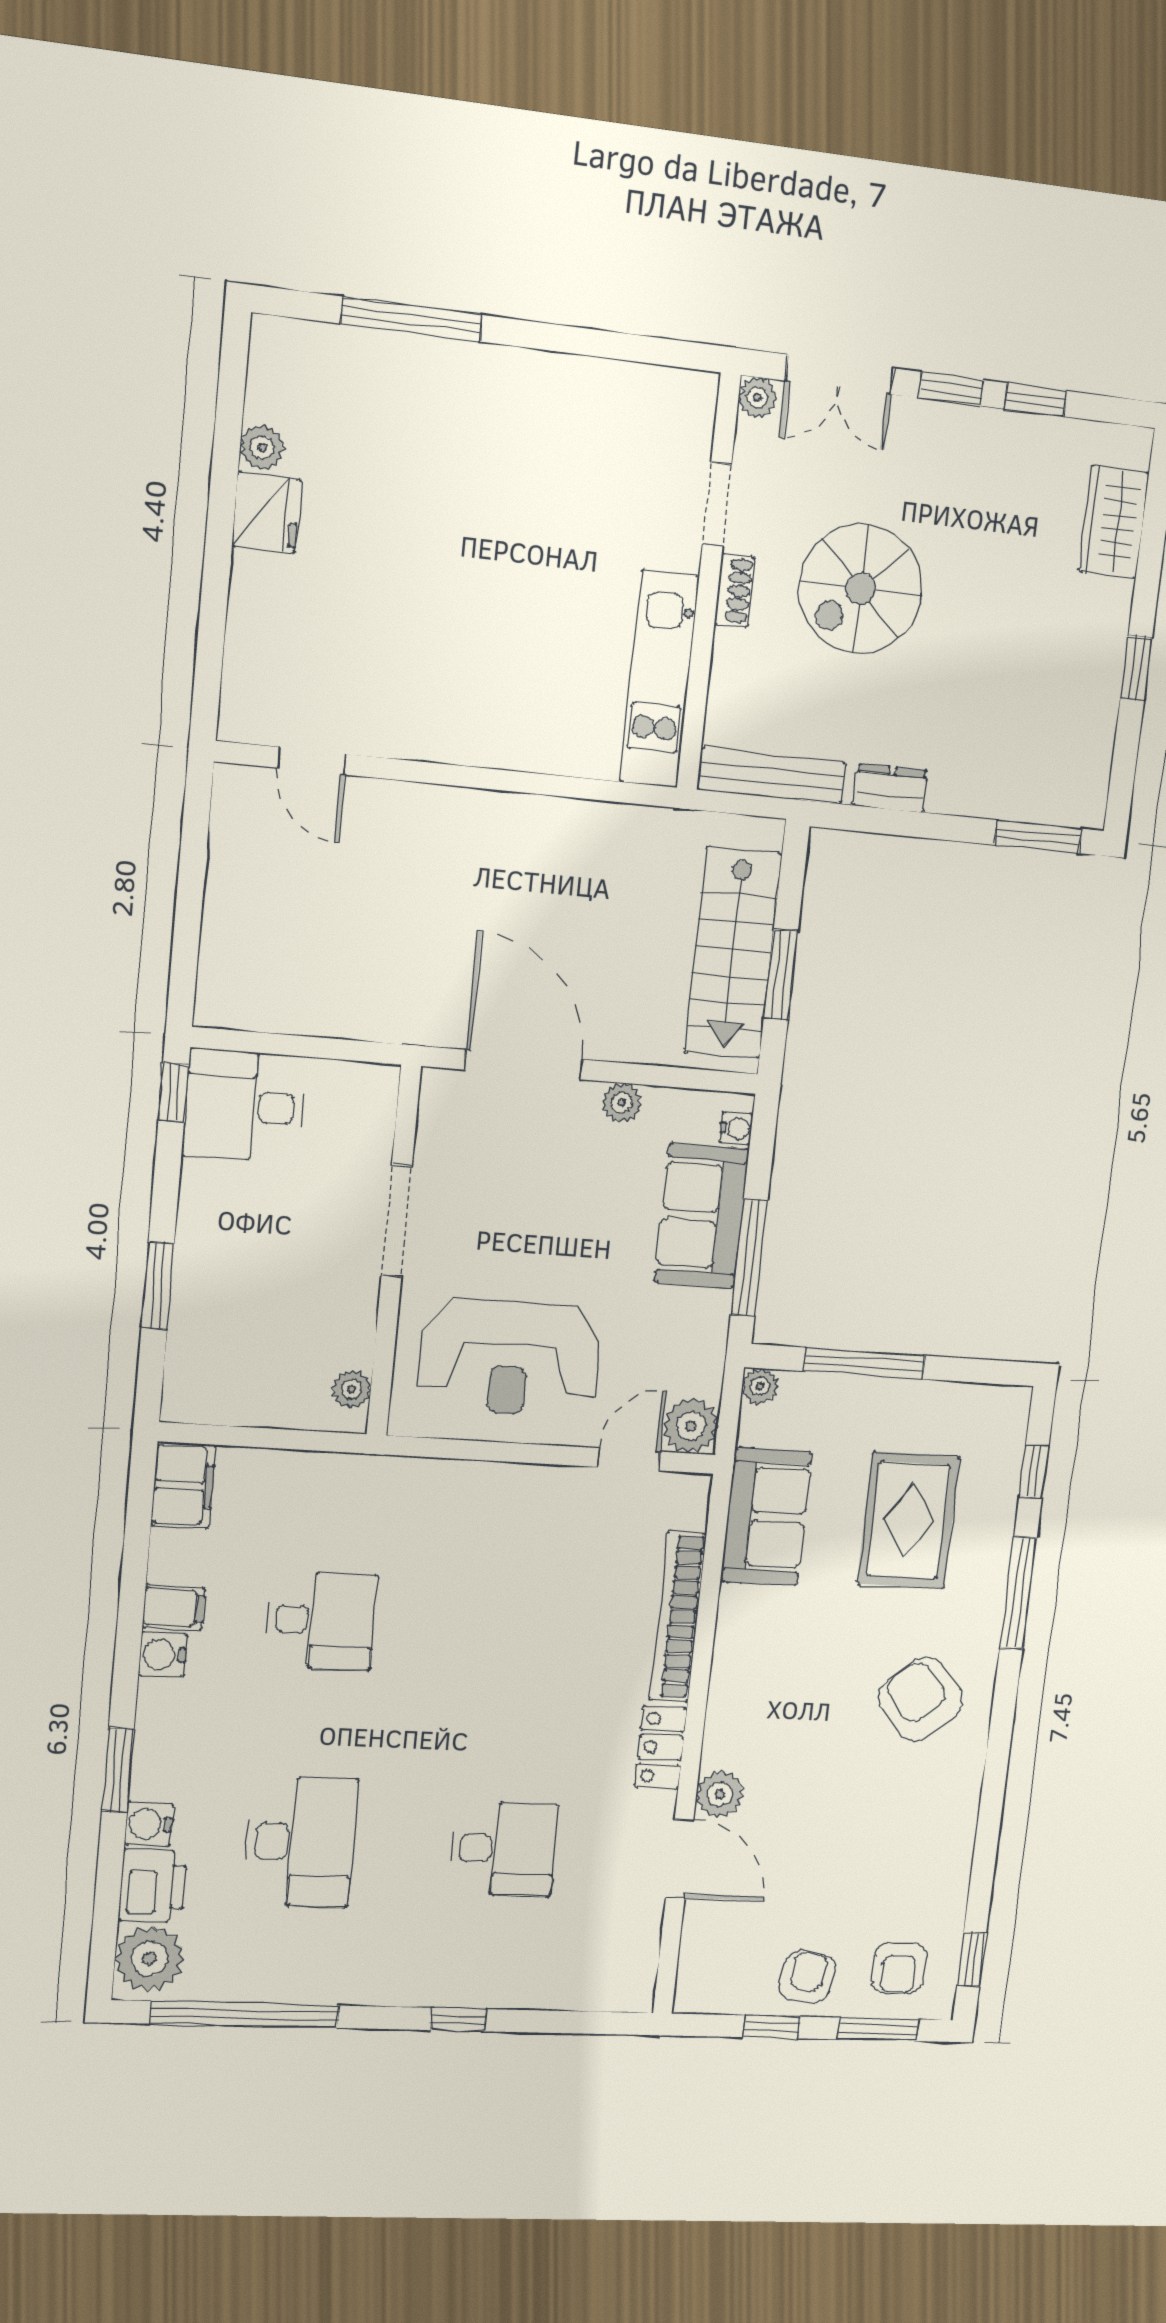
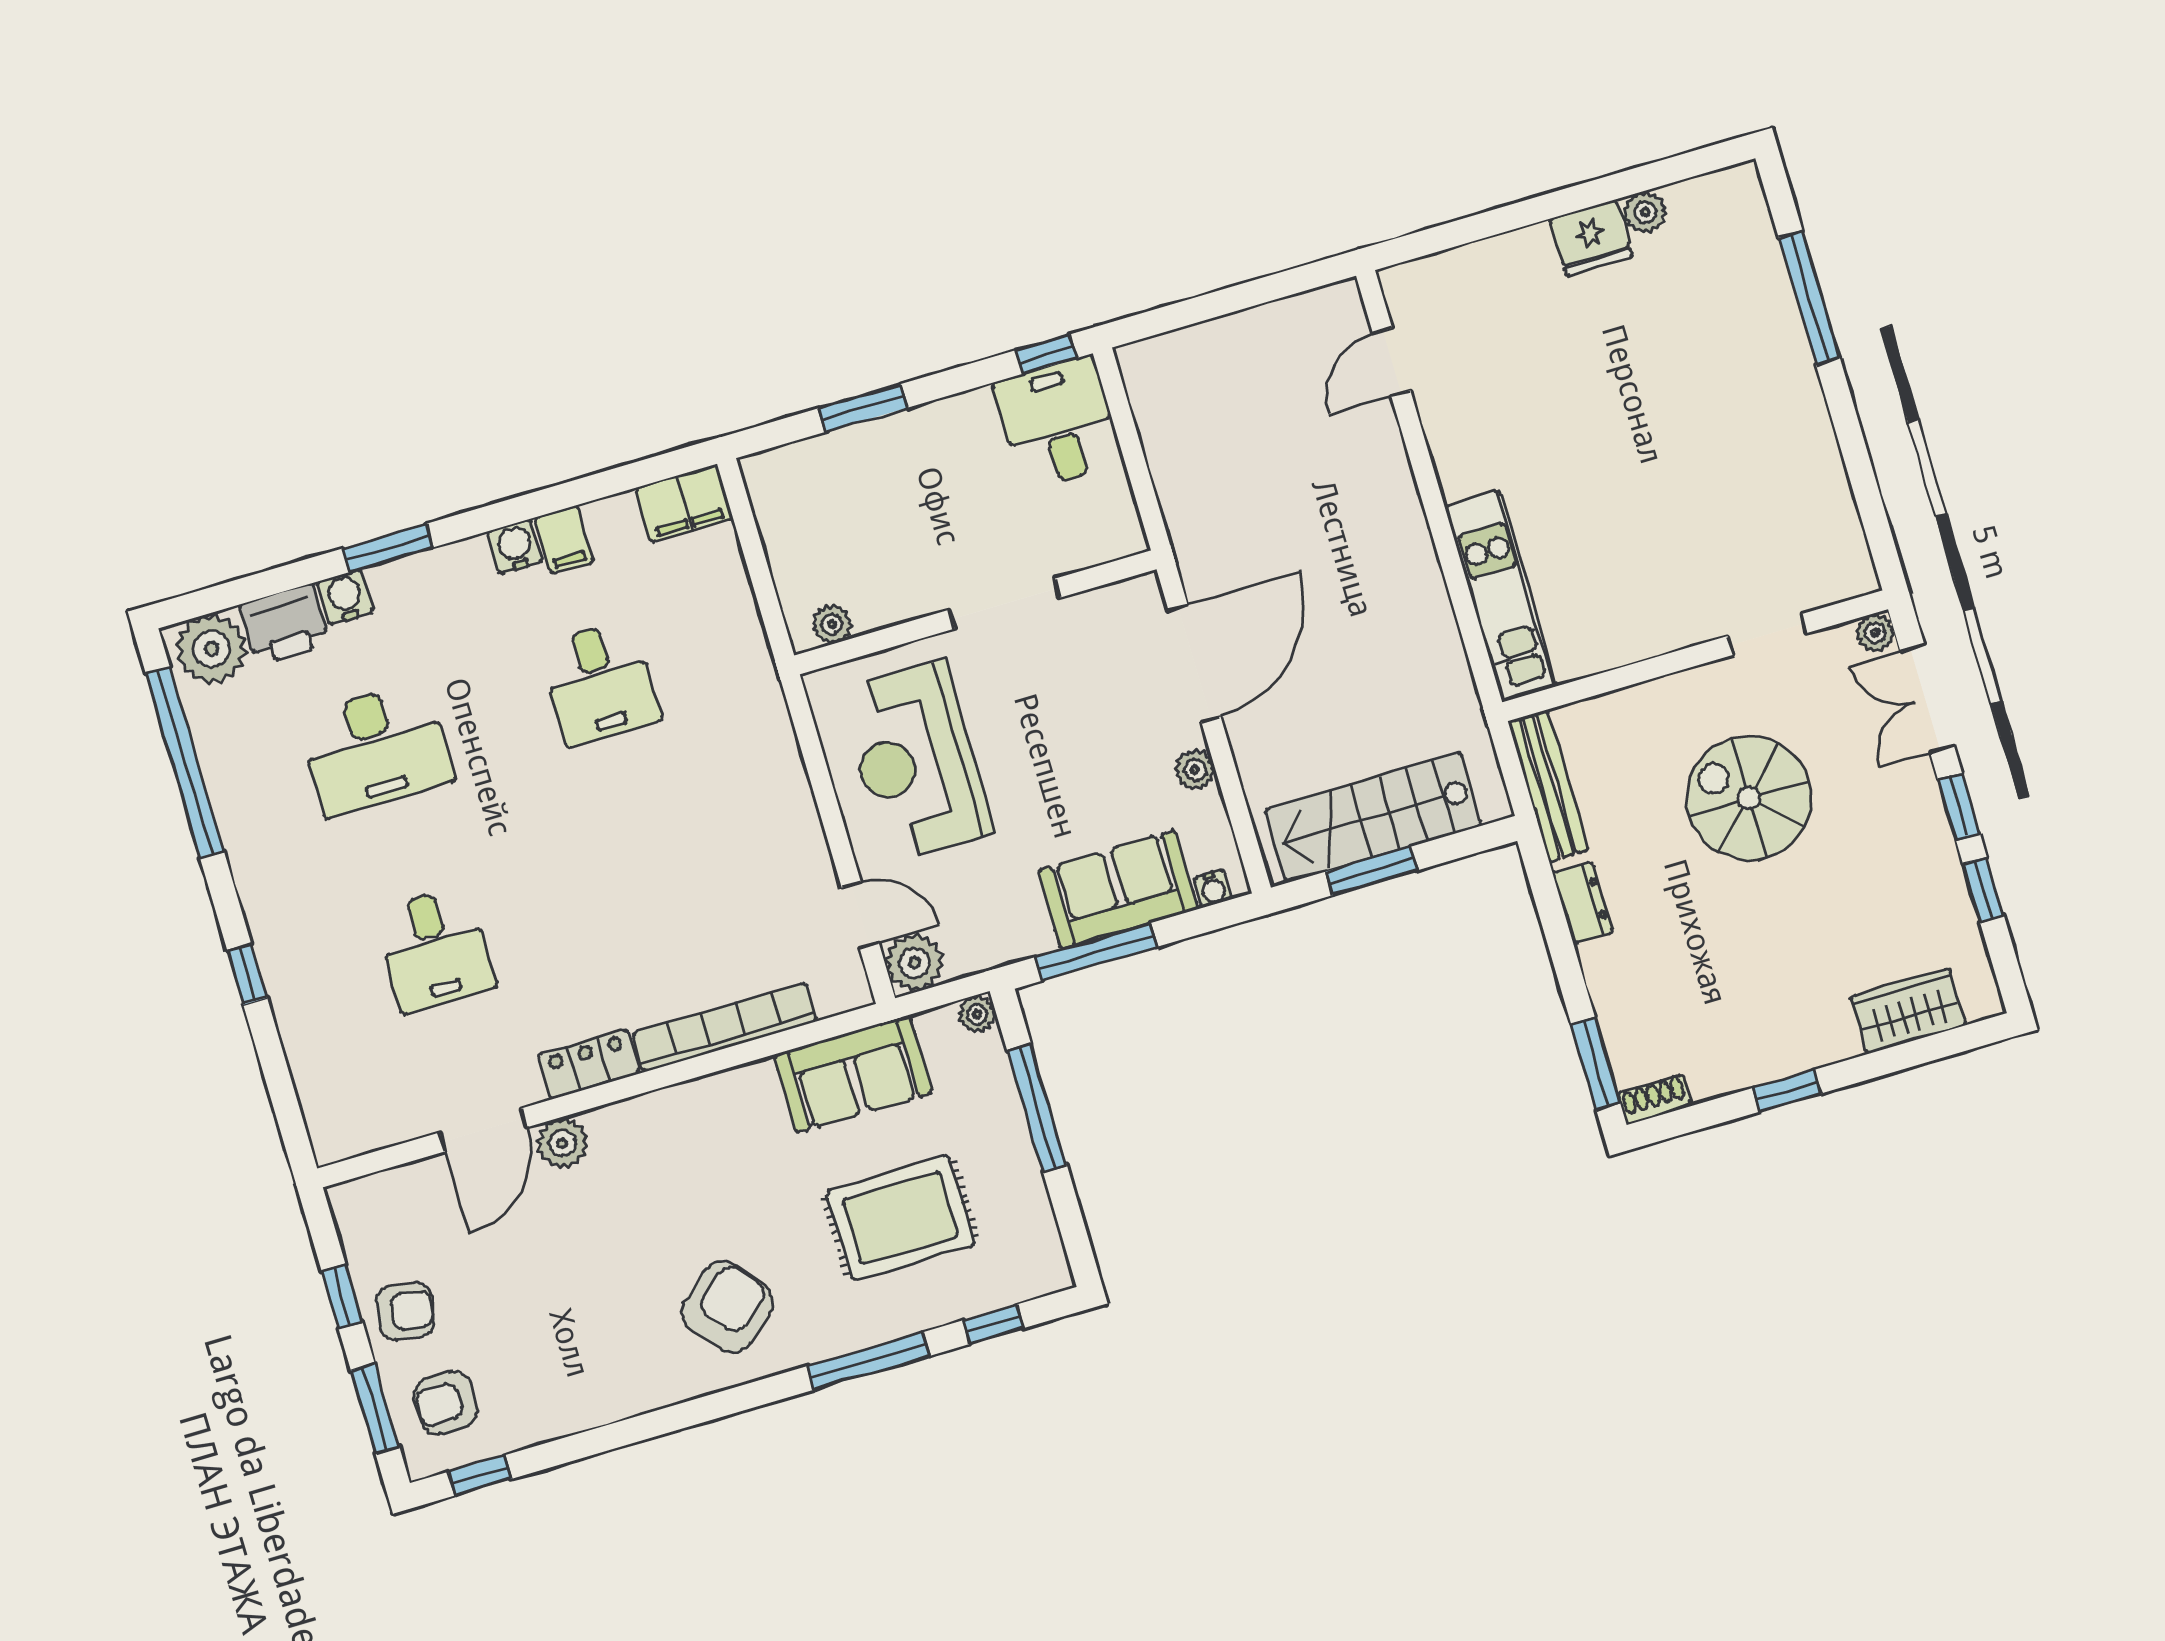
shoe rack: (734, 590) -> (1654, 1100), moved, turned 180
kitchen unit: (659, 679) -> (1501, 596), moved, turned 90

